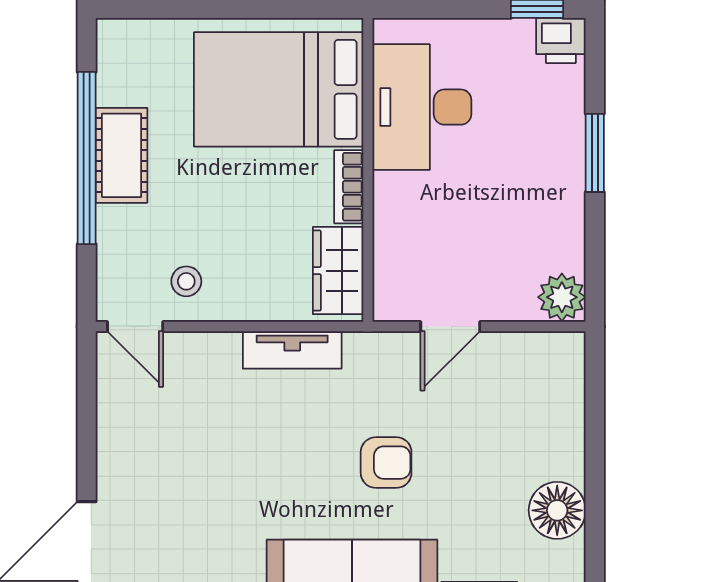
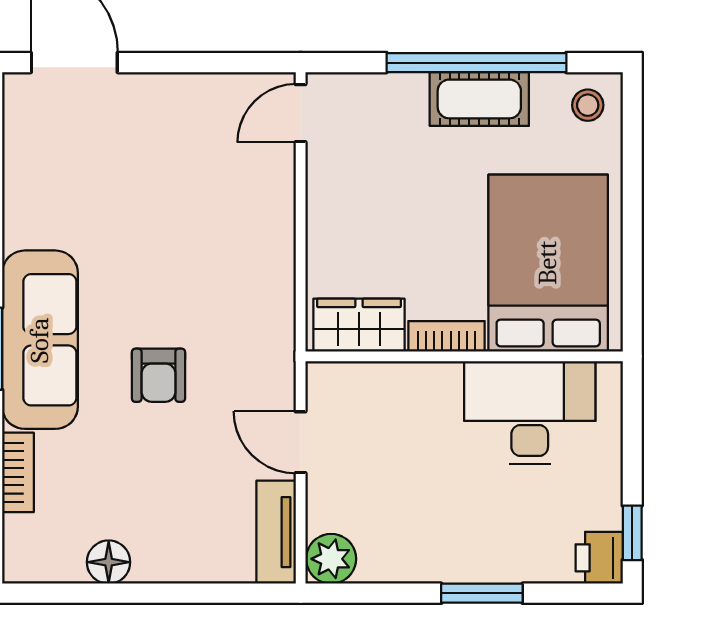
stool: (186, 281) -> (588, 105), moved
tv unit: (292, 350) -> (276, 532), moved
floor lamp: (557, 510) -> (109, 562), width x0.73, depth x0.73

